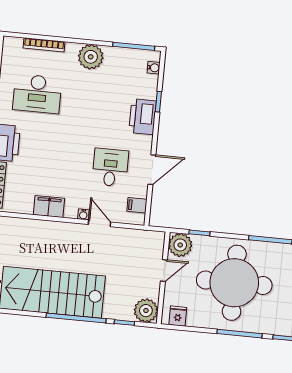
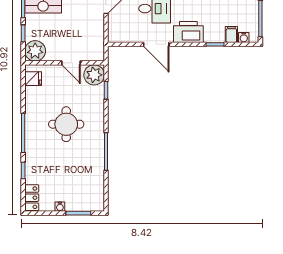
printer: (143, 117) -> (188, 32), moved
filing cabinet: (137, 205) -> (231, 35), moved
round table: (234, 283) -> (66, 124), width x0.54, depth x0.54

